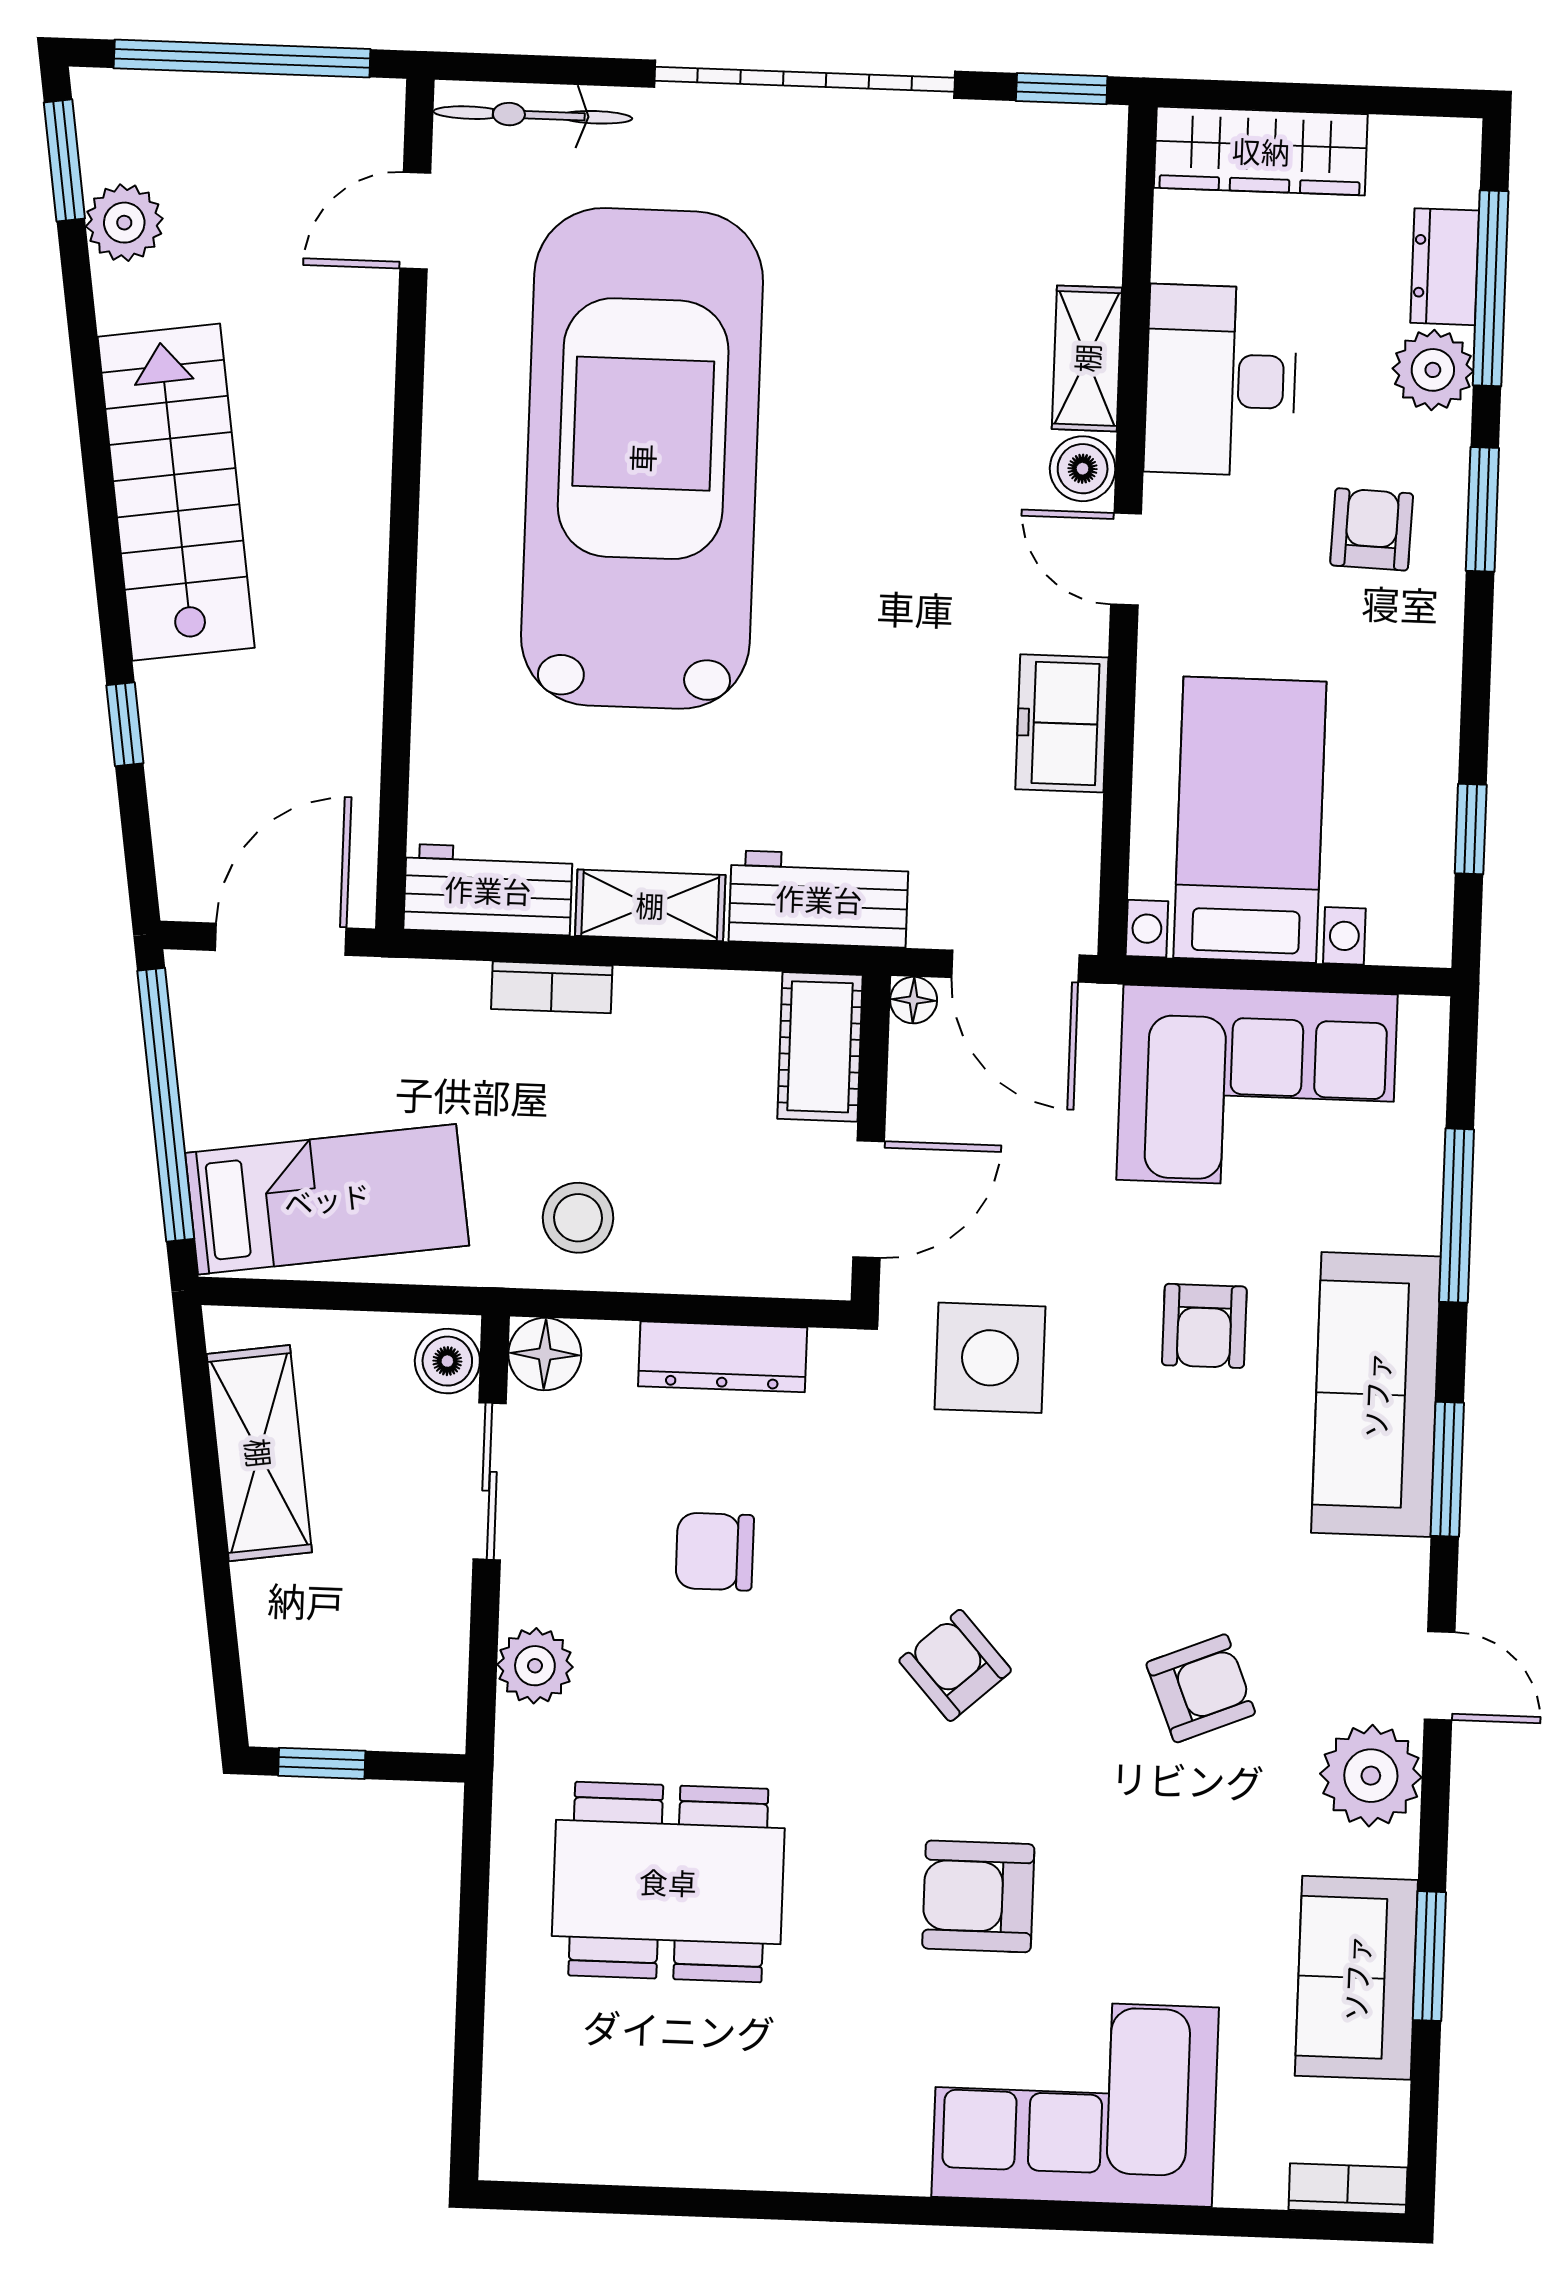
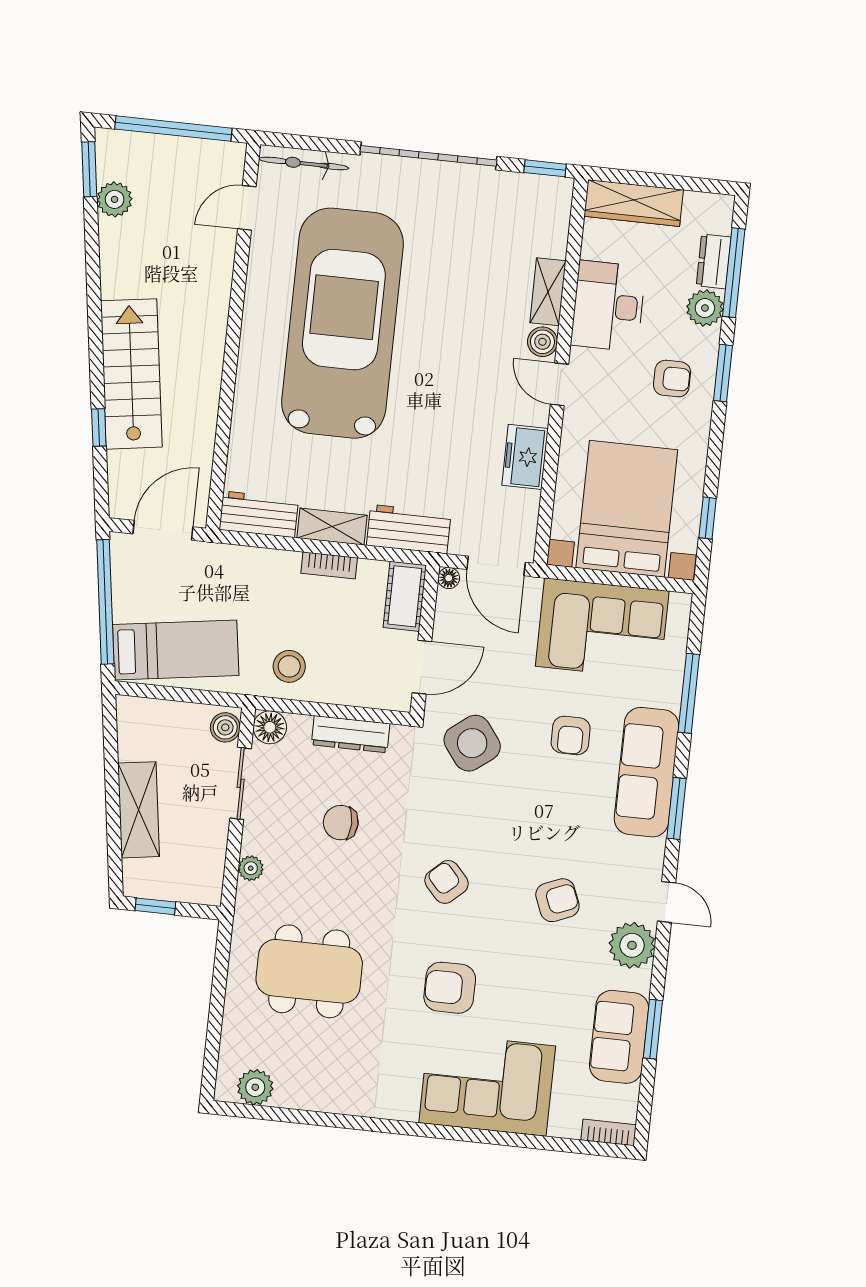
stairs: (176, 492) -> (131, 374), moved
armchair: (1372, 529) -> (672, 379), turned 88
bed with nightstands: (1250, 820) -> (627, 509), width x1.36
bookcase: (552, 987) -> (329, 565), moved
side table: (990, 1358) -> (472, 743), turned -37
shelving: (259, 1453) -> (139, 810), moved
plant: (535, 1666) -> (251, 868), width x0.73, depth x0.73
plant: (568, 2144) -> (255, 1087), added

